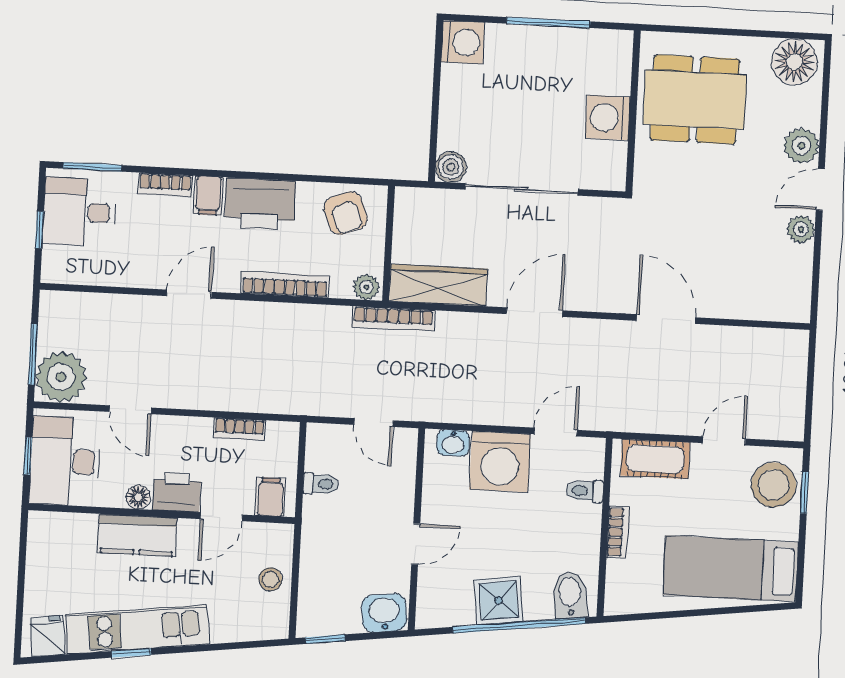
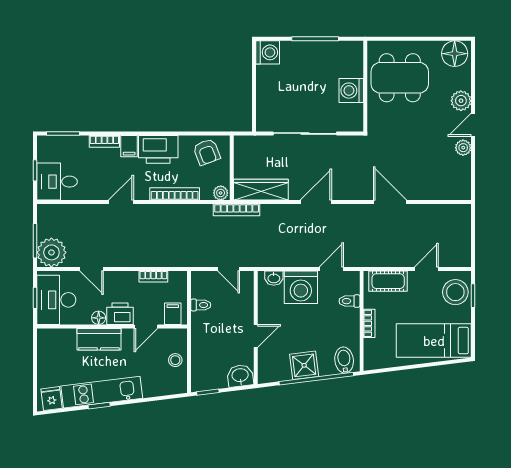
boiler: (451, 167) -> (265, 123), removed
desk: (80, 212) -> (57, 182), moved

